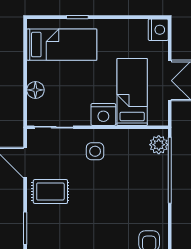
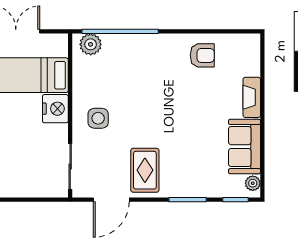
floor lamp: (35, 90) -> (27, 188), removed

